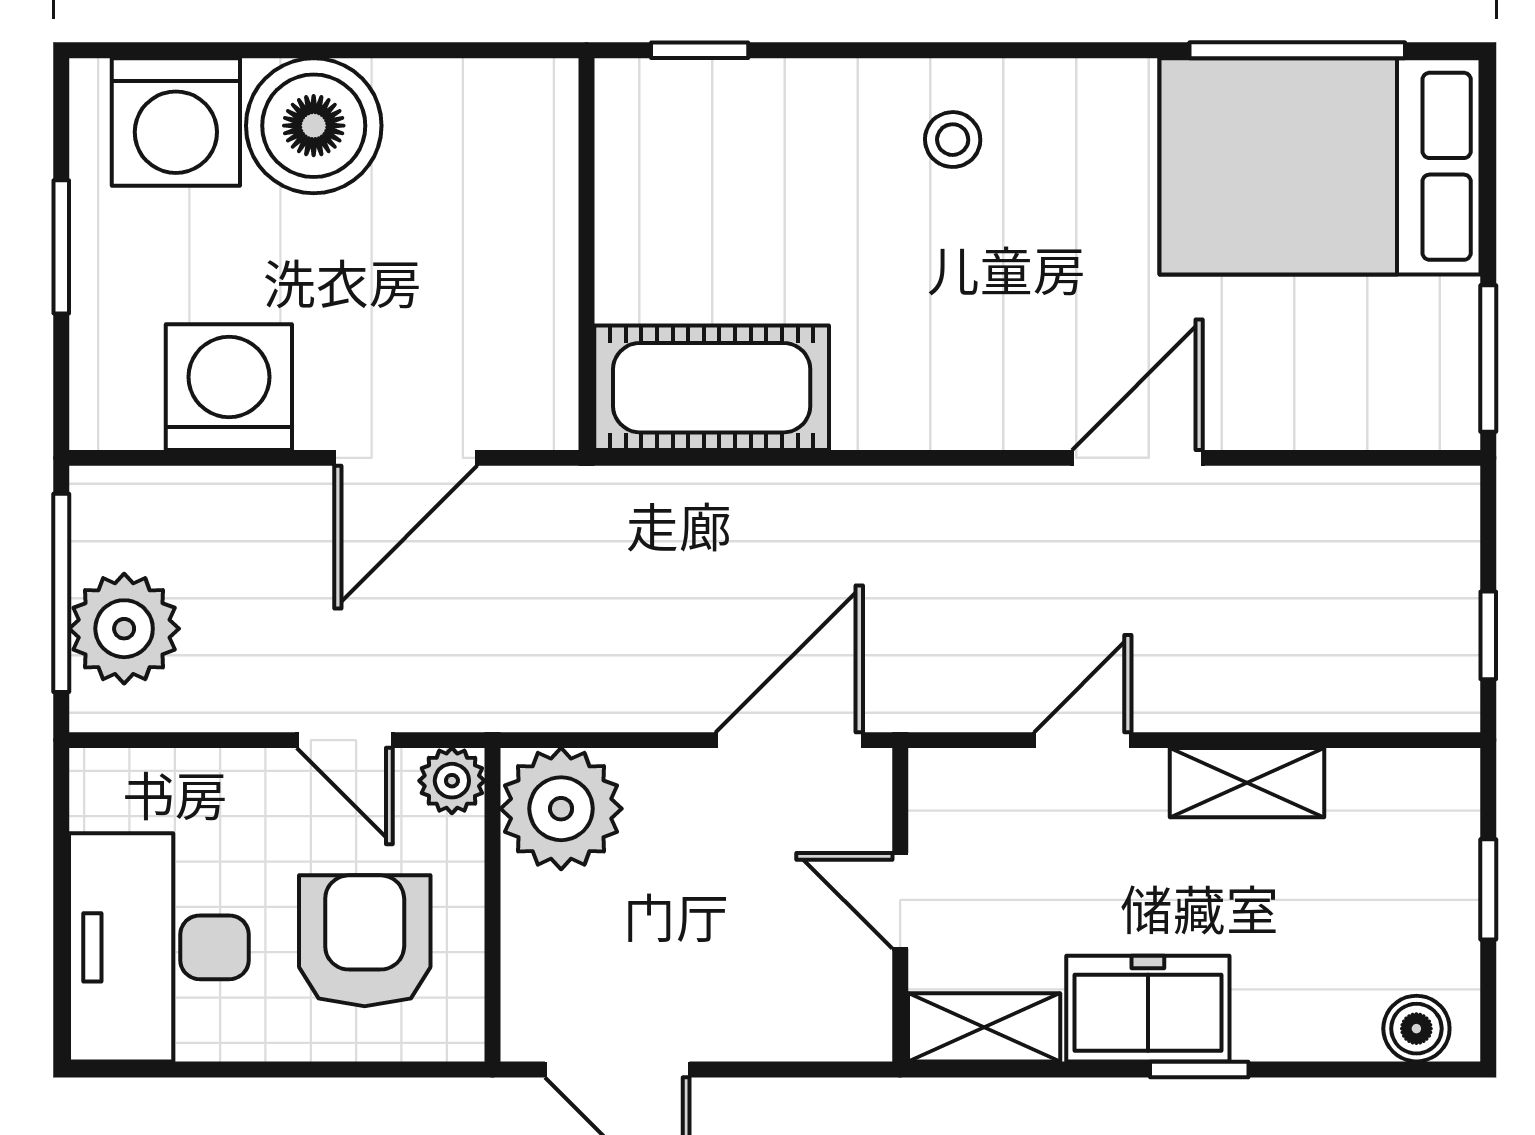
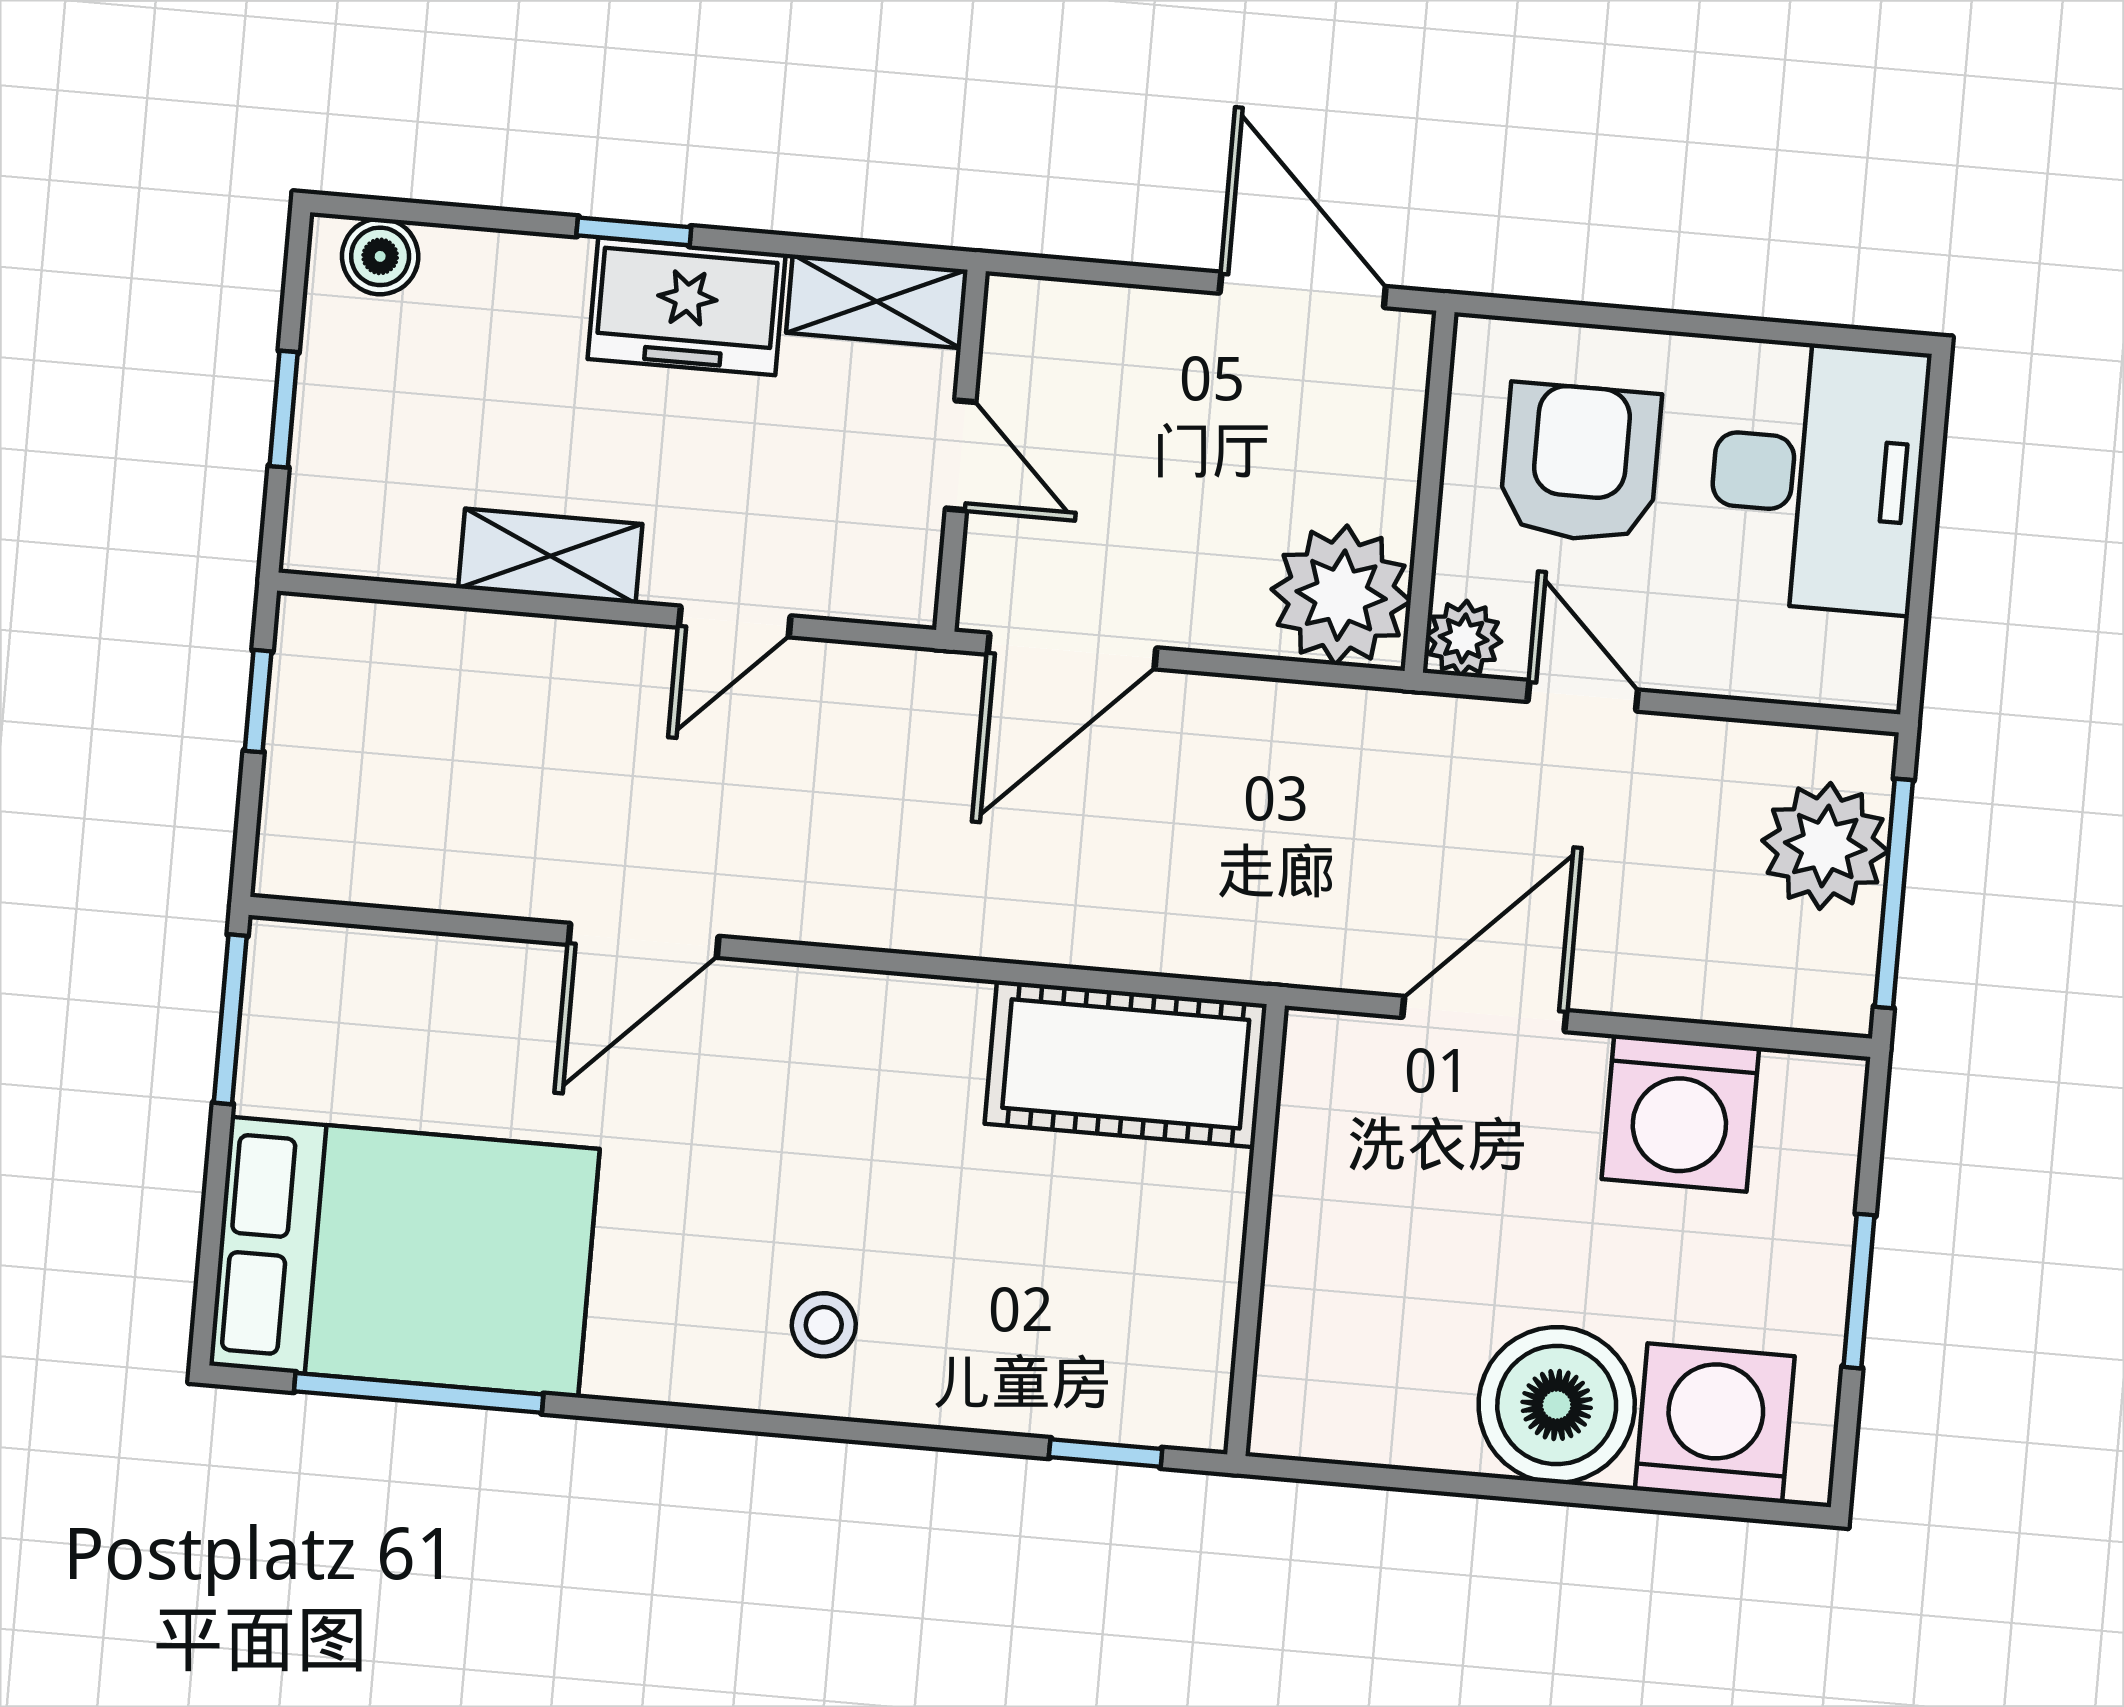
armchair: (365, 941) -> (1580, 463), turned 180

